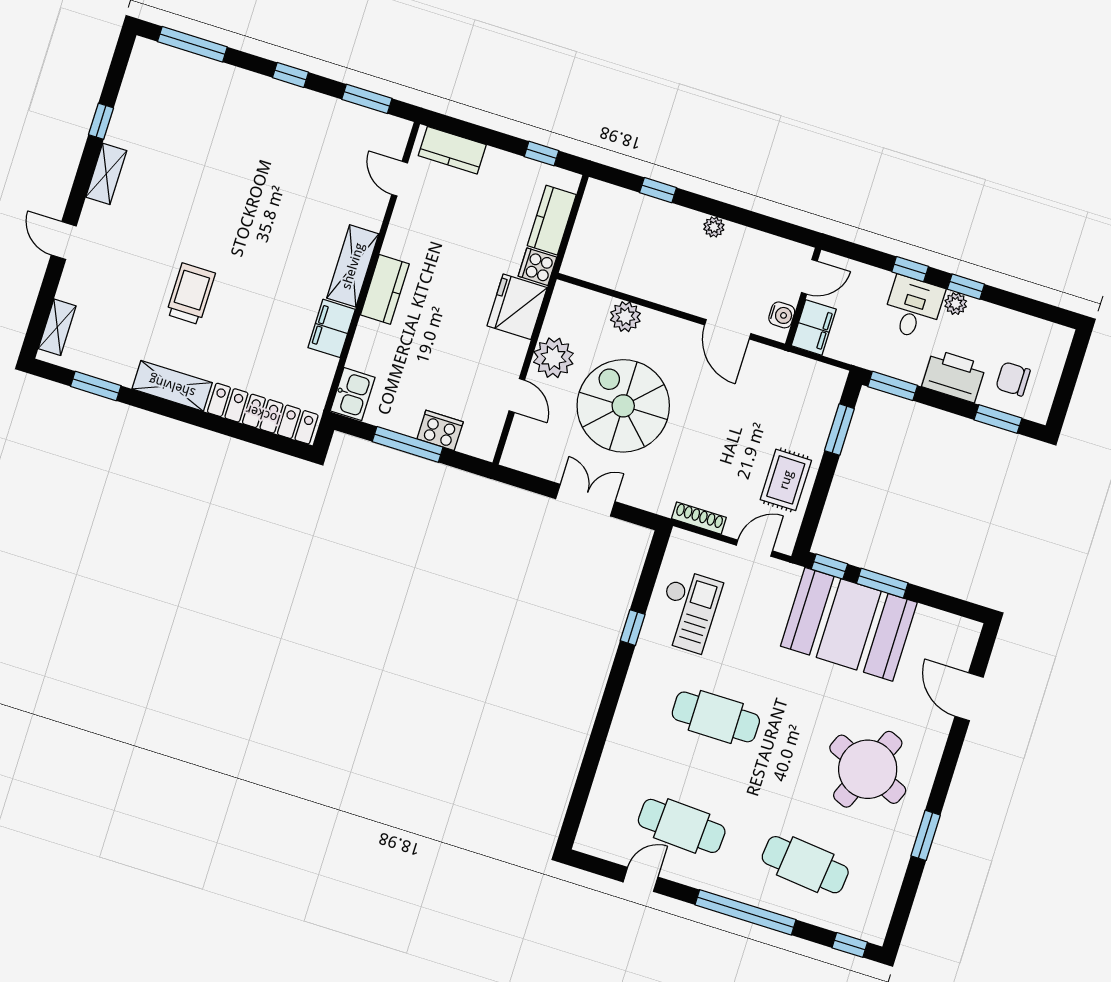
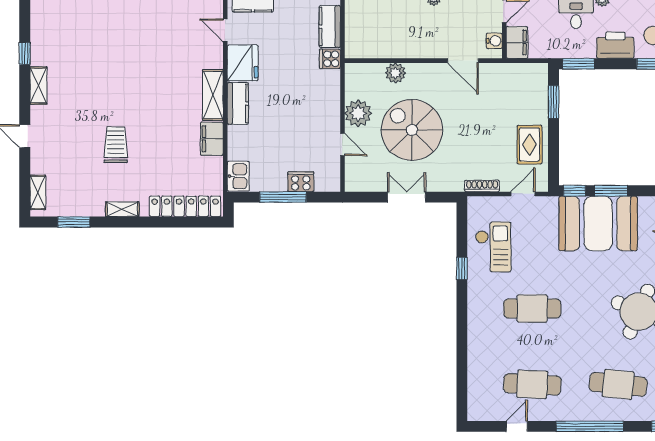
fridge: (517, 307) -> (243, 63), moved, turned 180
shelving: (172, 386) -> (122, 209), width x0.67, depth x0.75

